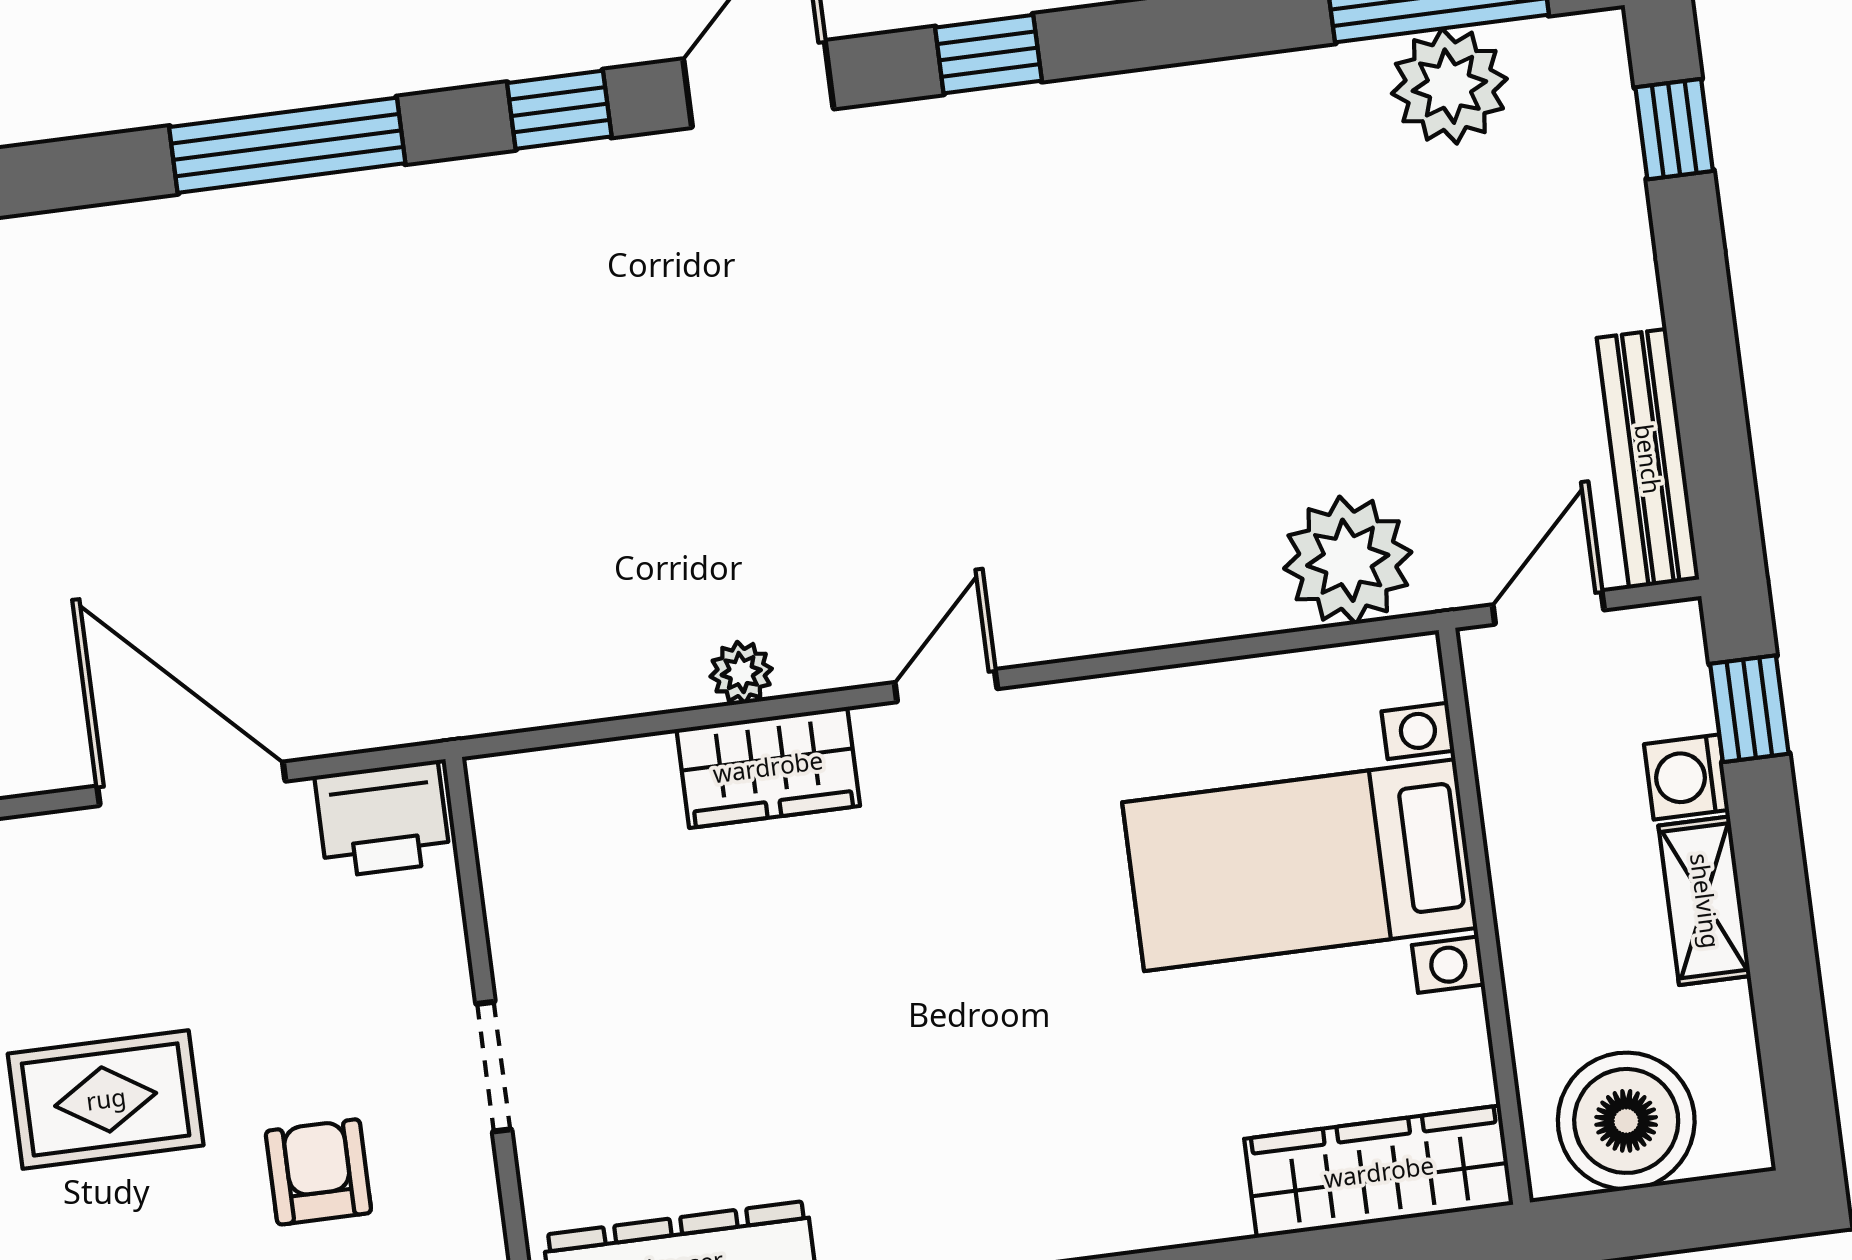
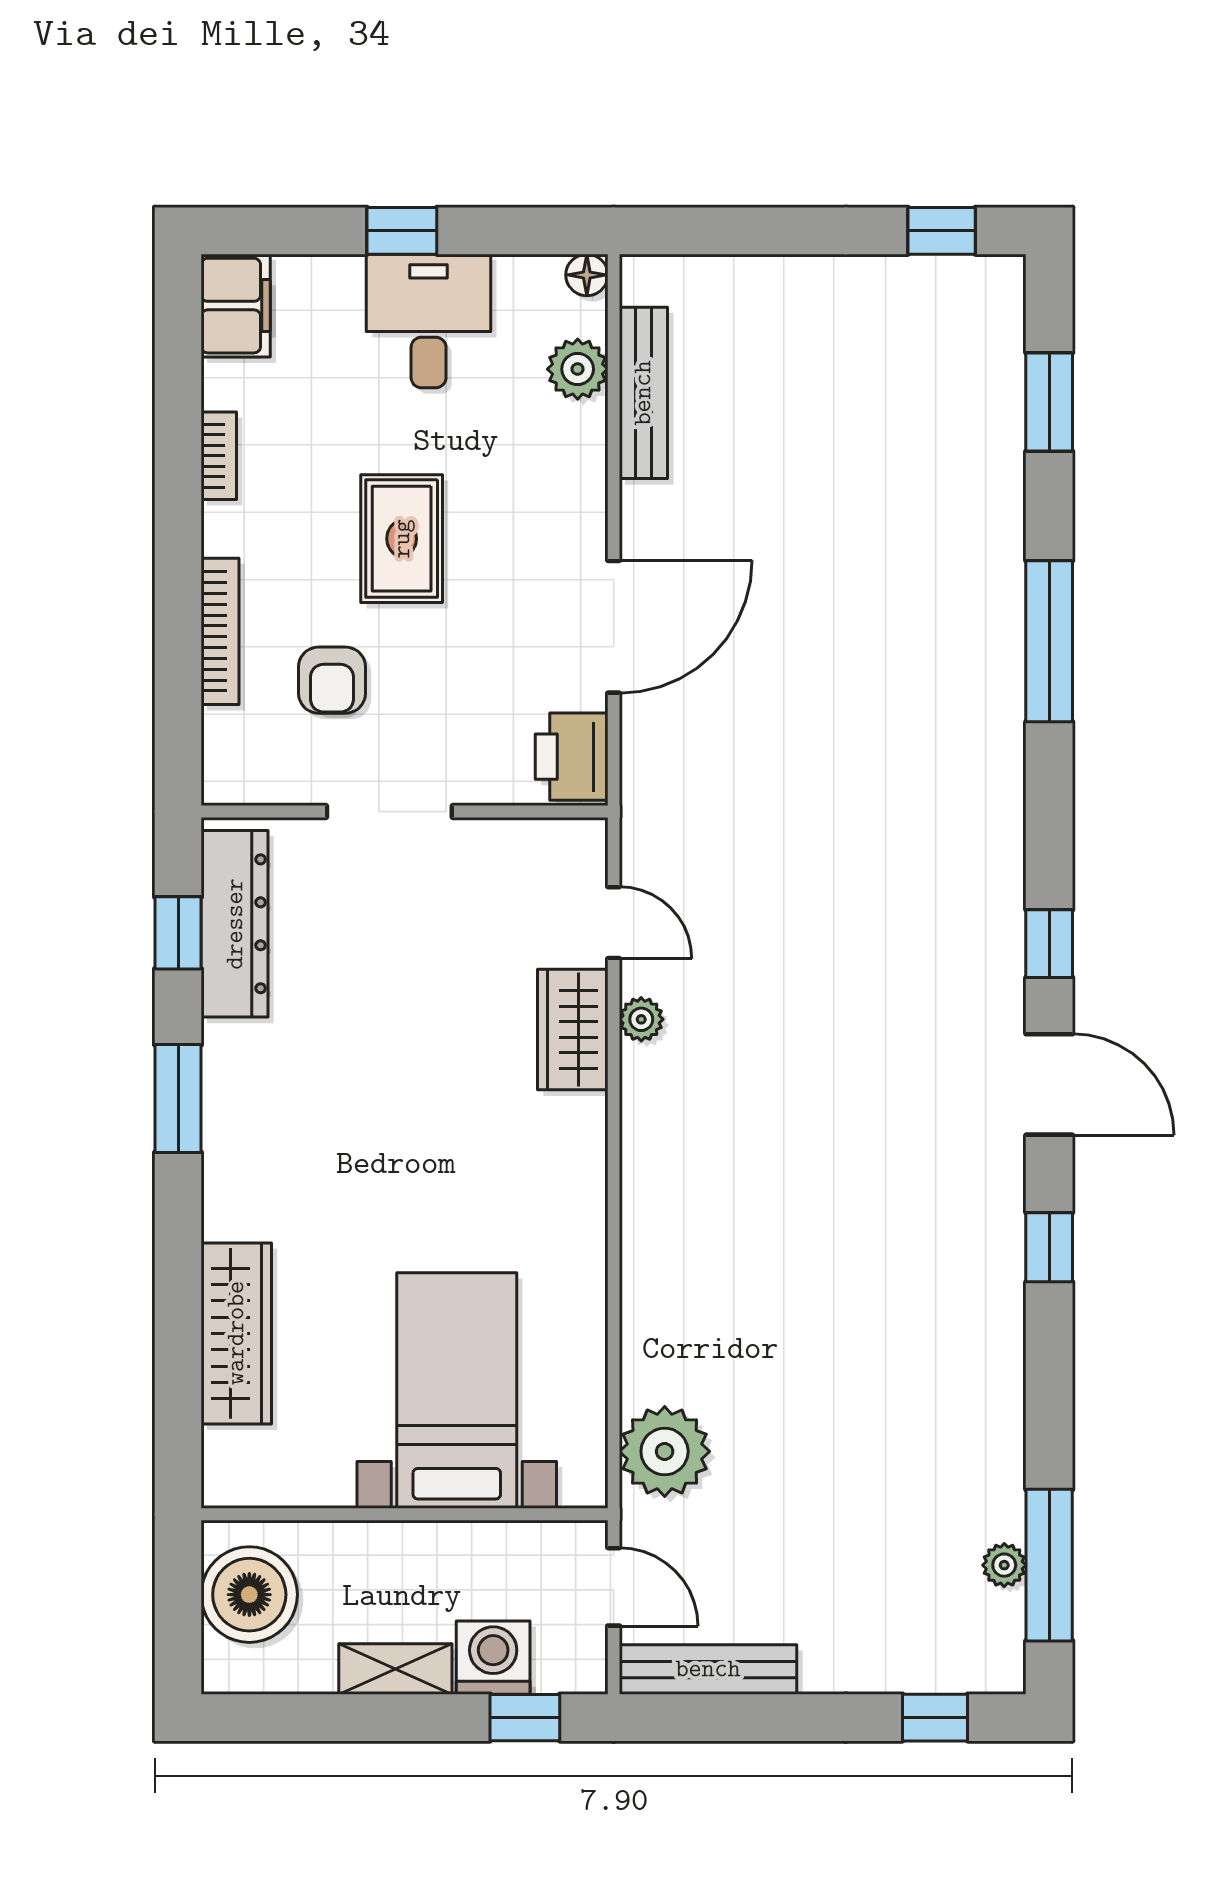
plant: (1449, 86) -> (1004, 1565), width x0.53, depth x0.53
window: (287, 145) -> (1049, 641), moved
door: (946, 686) -> (614, 923), moved
washing machine: (1687, 777) -> (493, 1658), width x1.38, depth x1.38
doorway: (494, 1067) -> (389, 812), width x1.38
armchair: (318, 1172) -> (332, 680), turned 90
wardrobe: (1379, 1172) -> (236, 1333), moved

